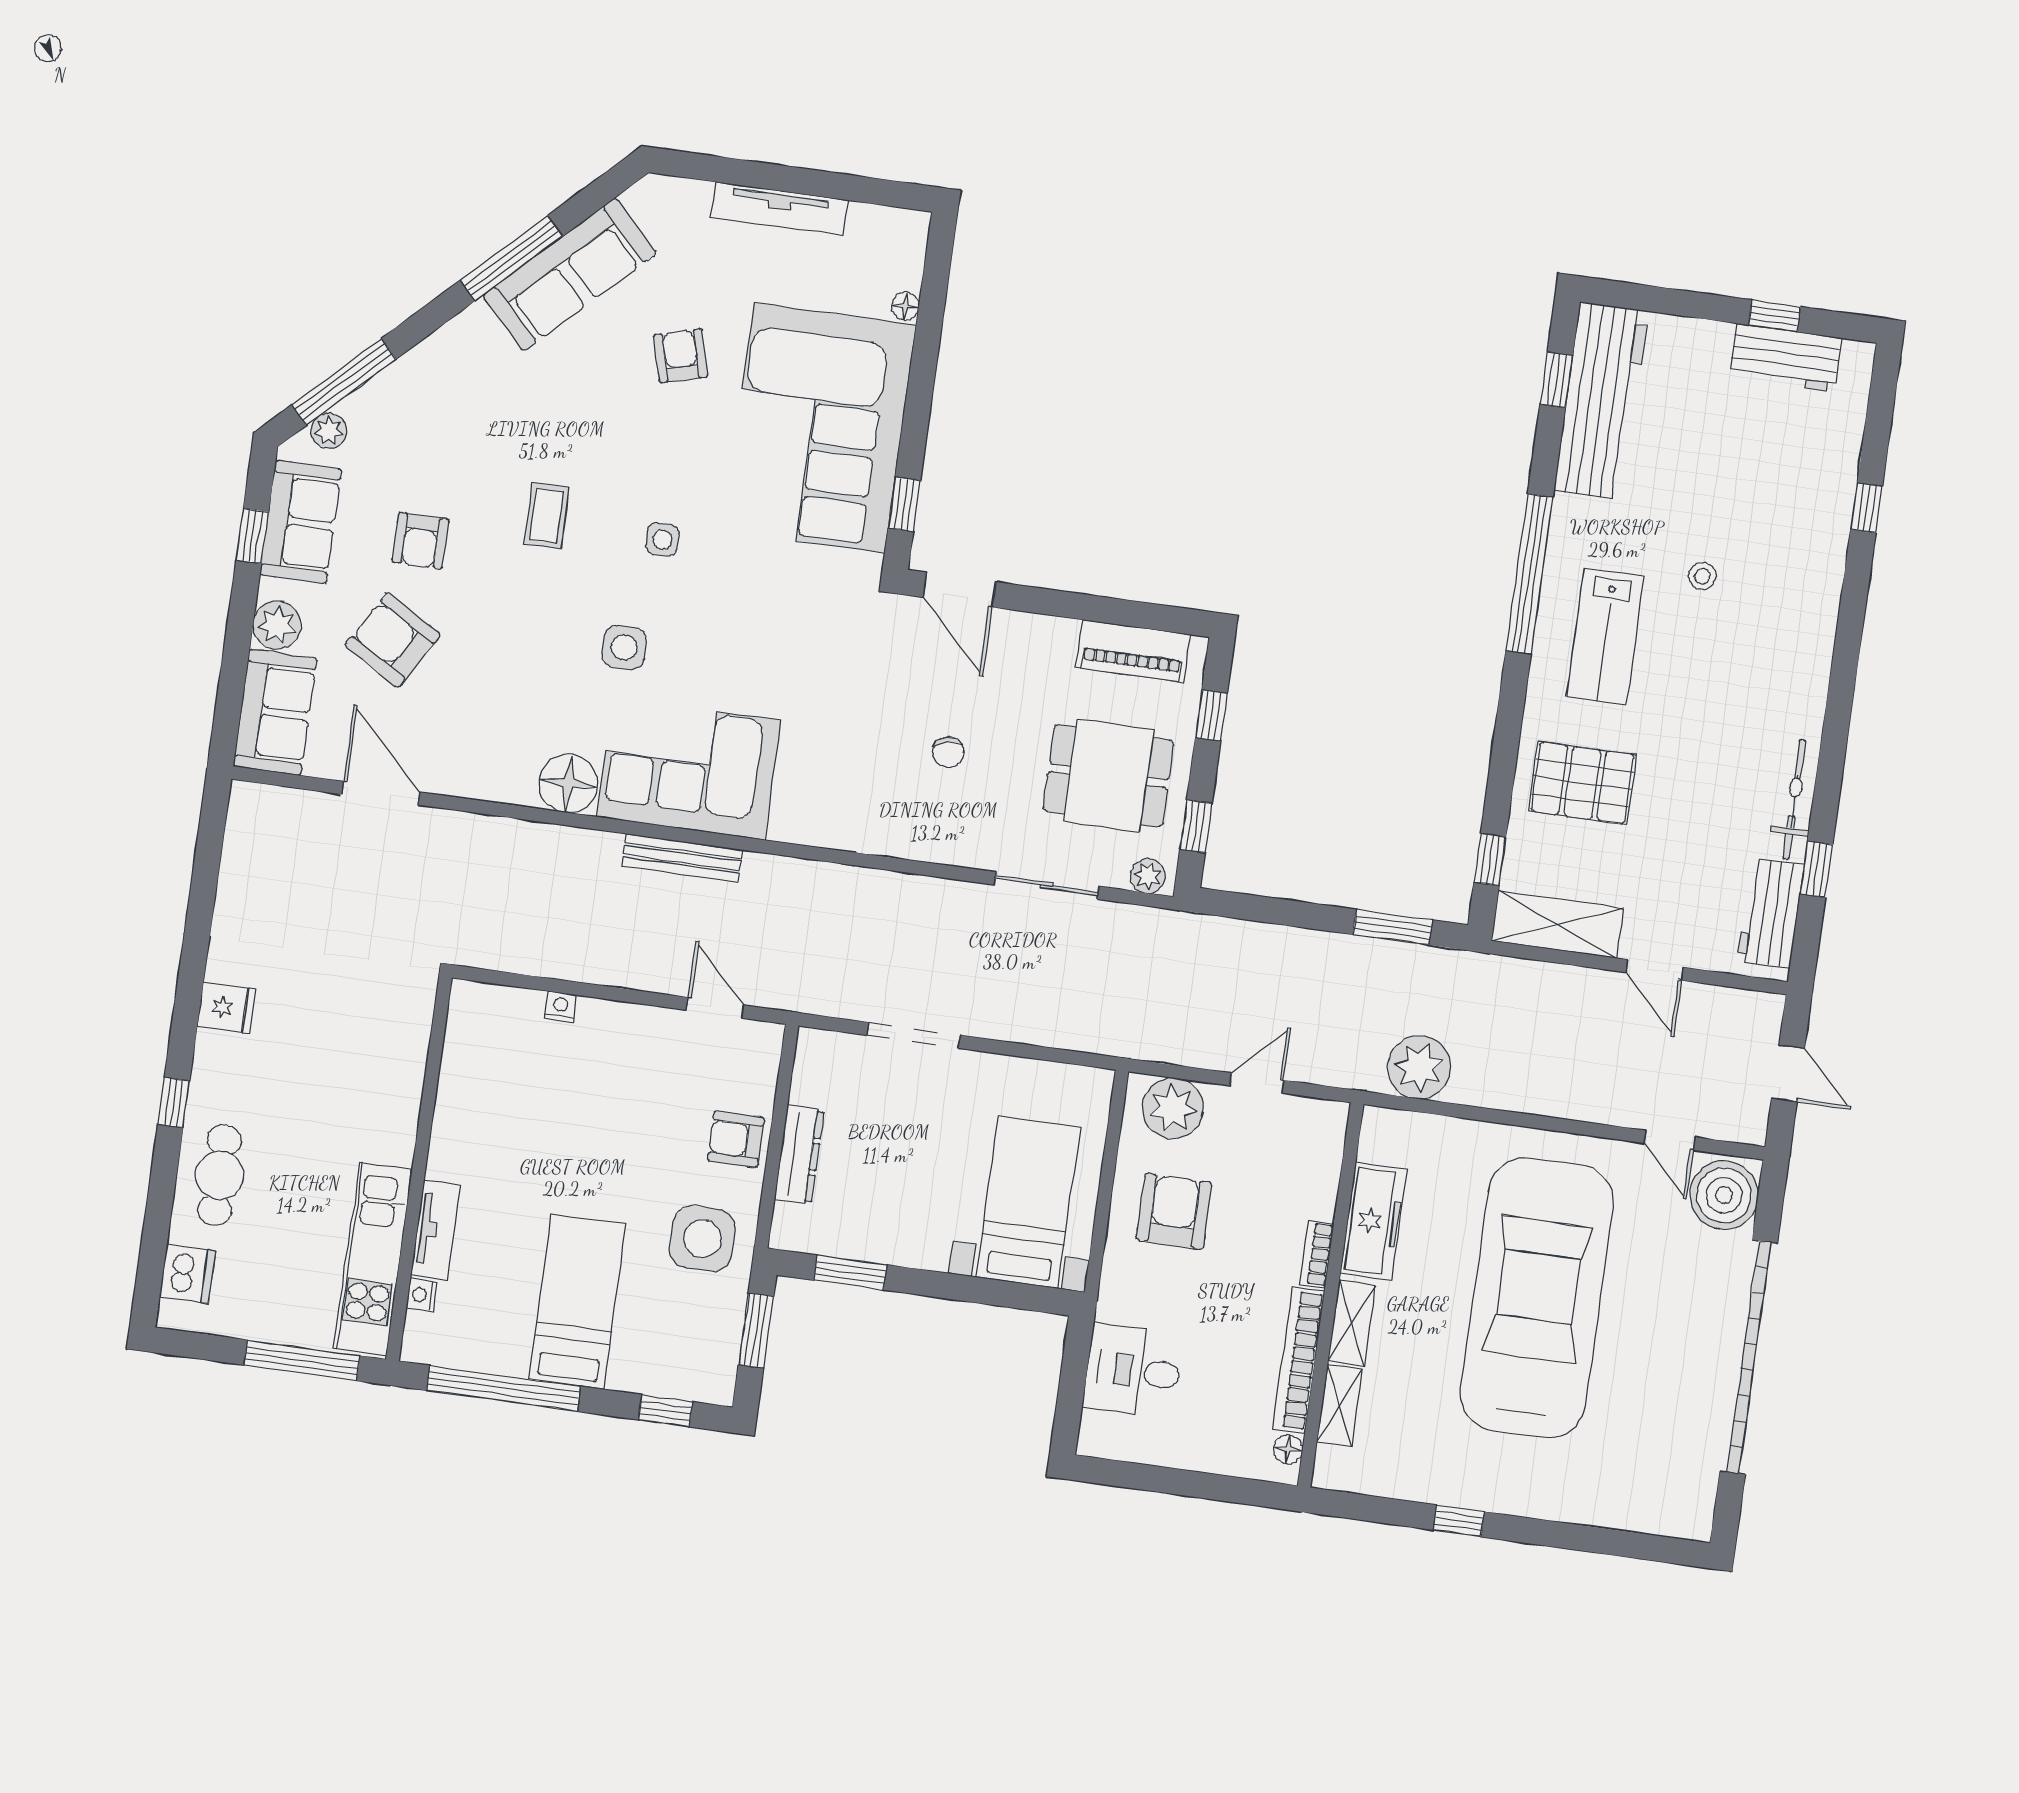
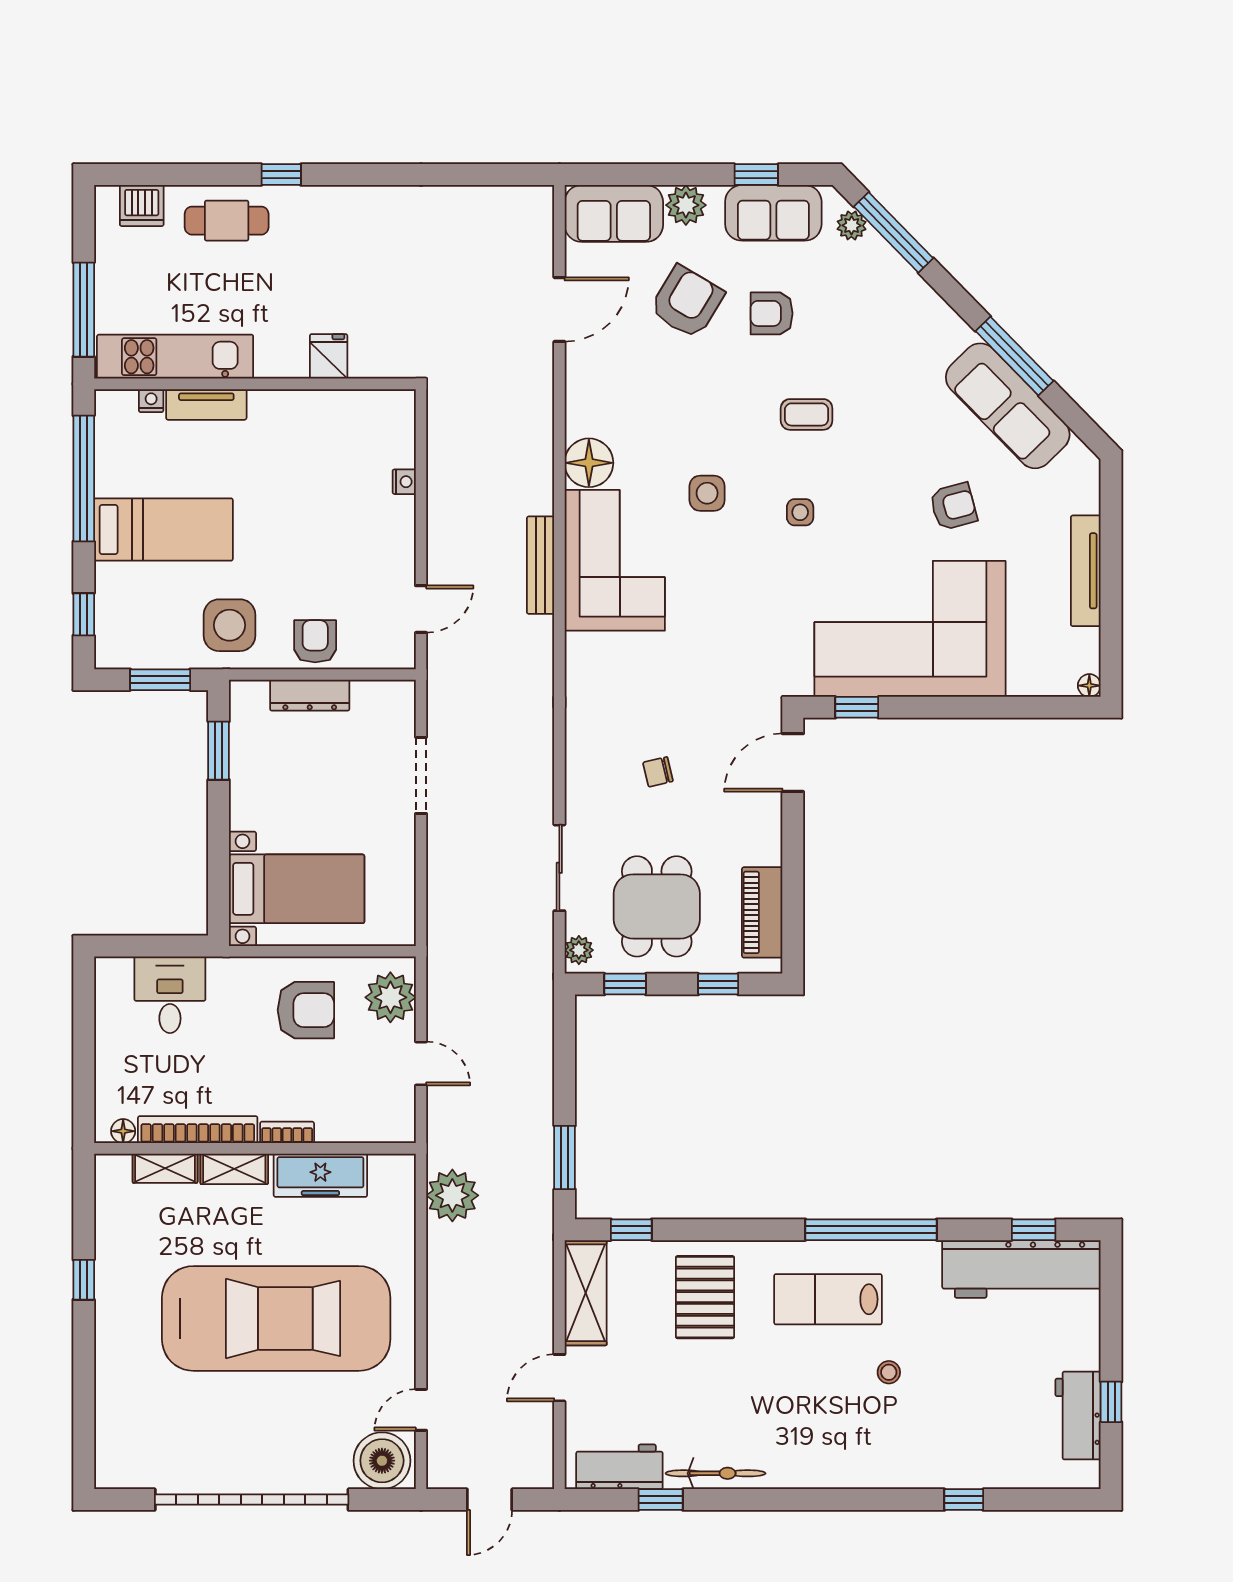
floor lamp: (905, 306) -> (1089, 686), moved
fridge: (227, 1008) -> (329, 356), moved, turned 180

